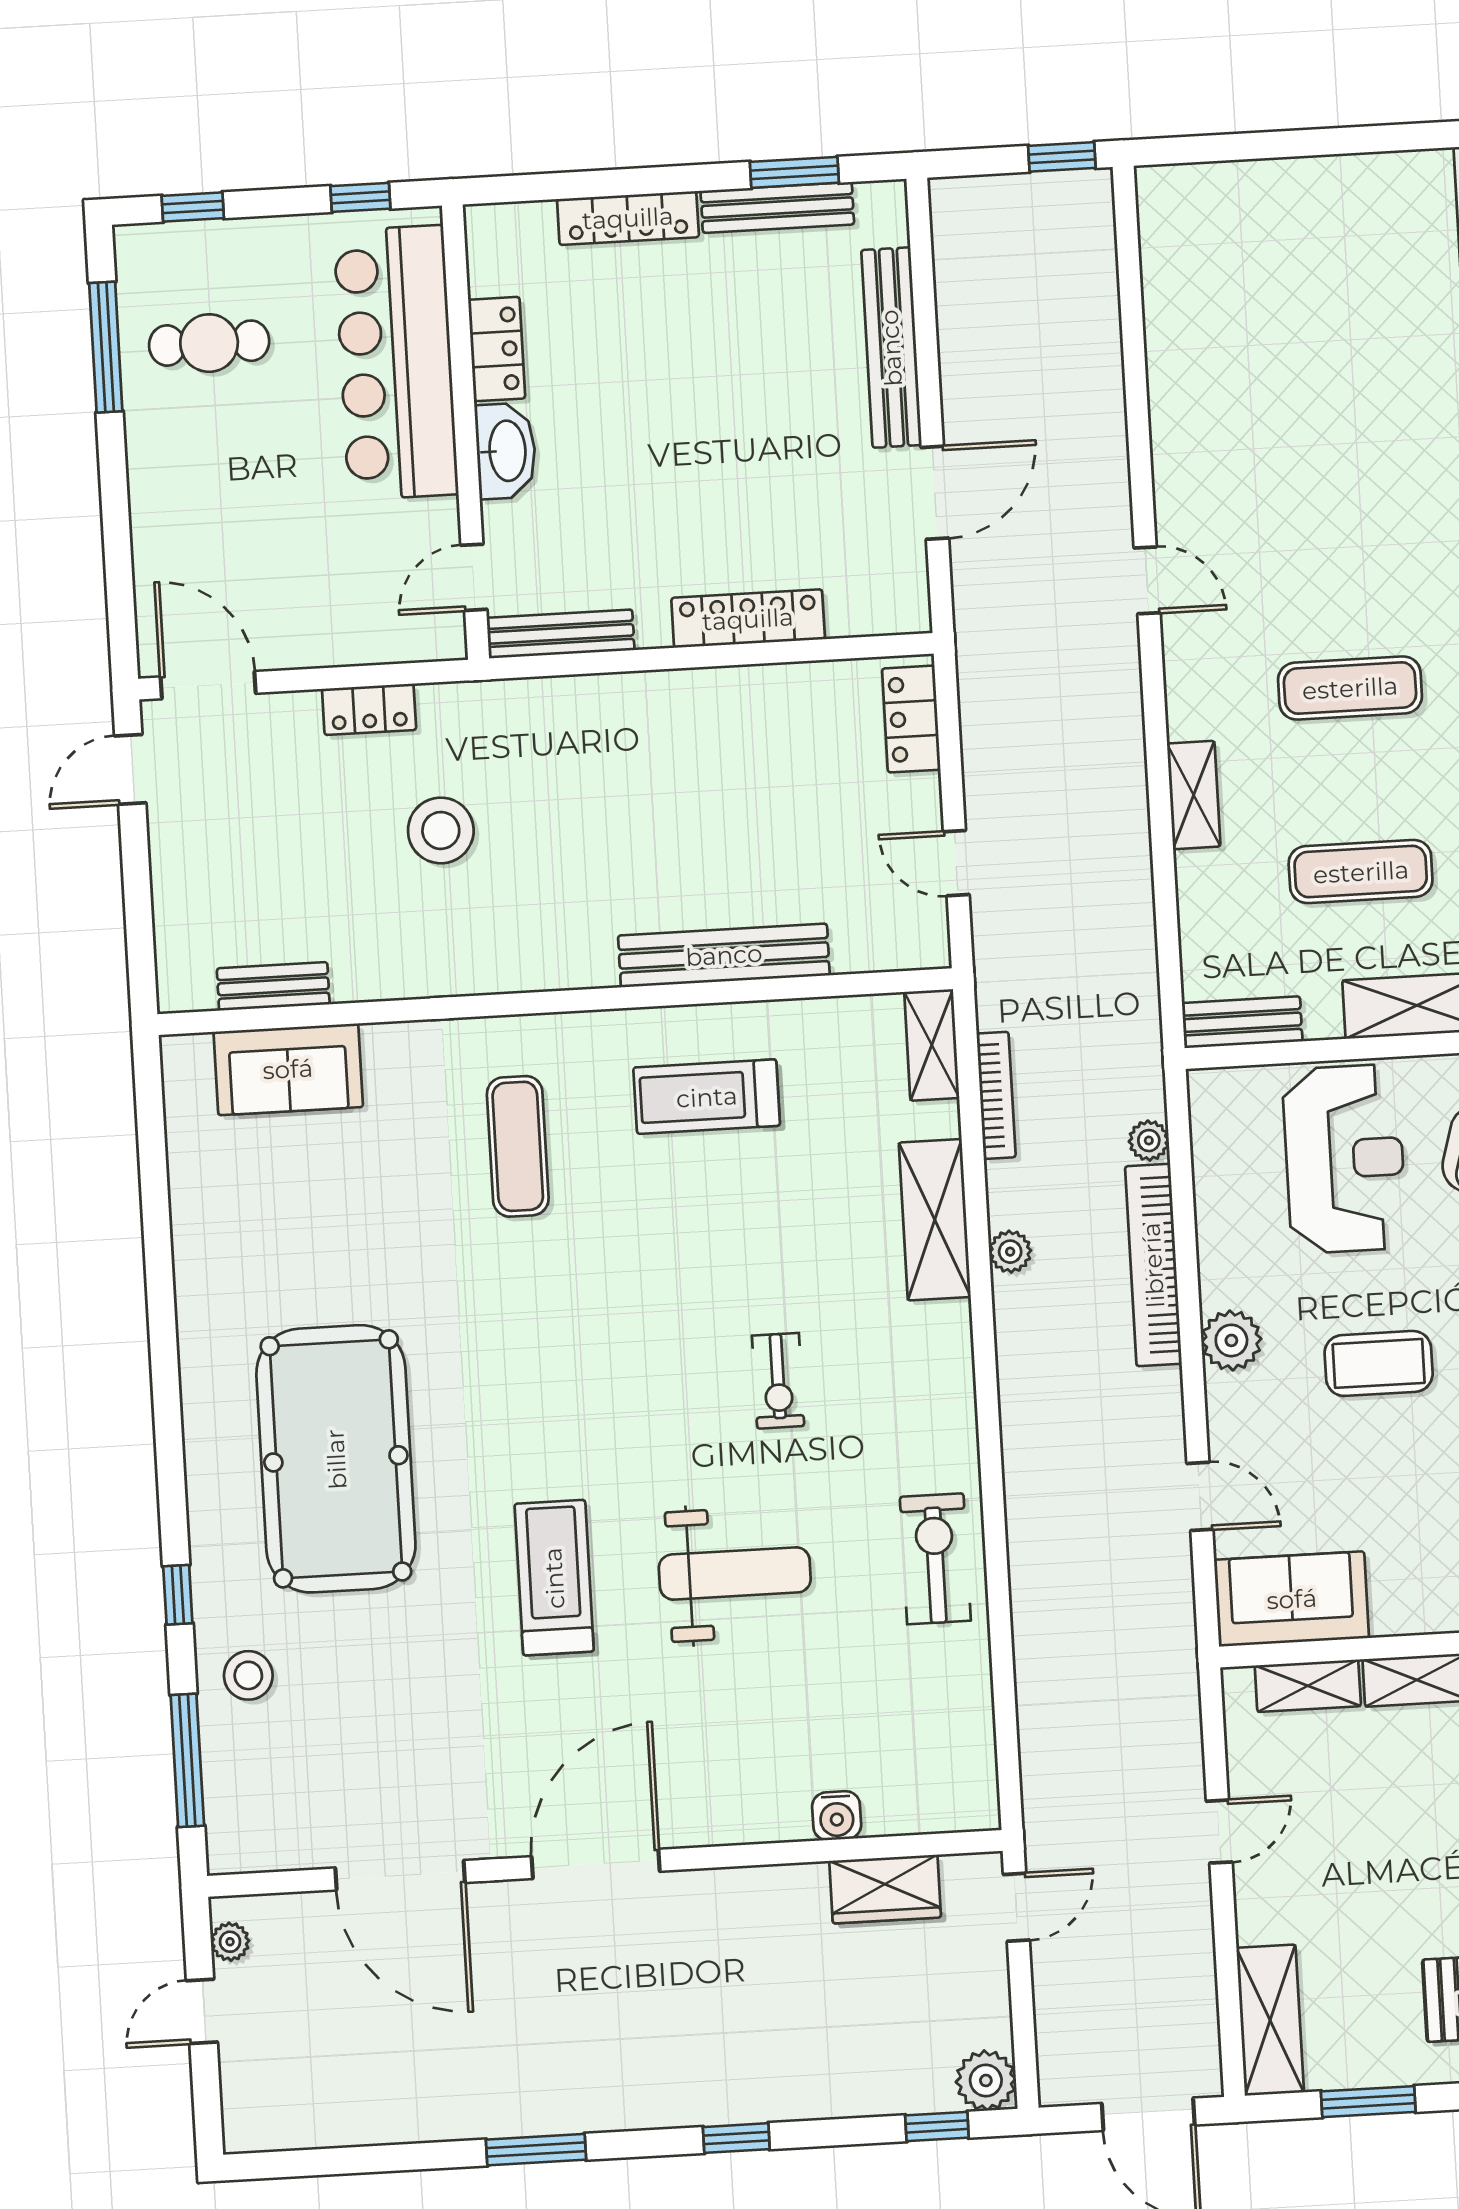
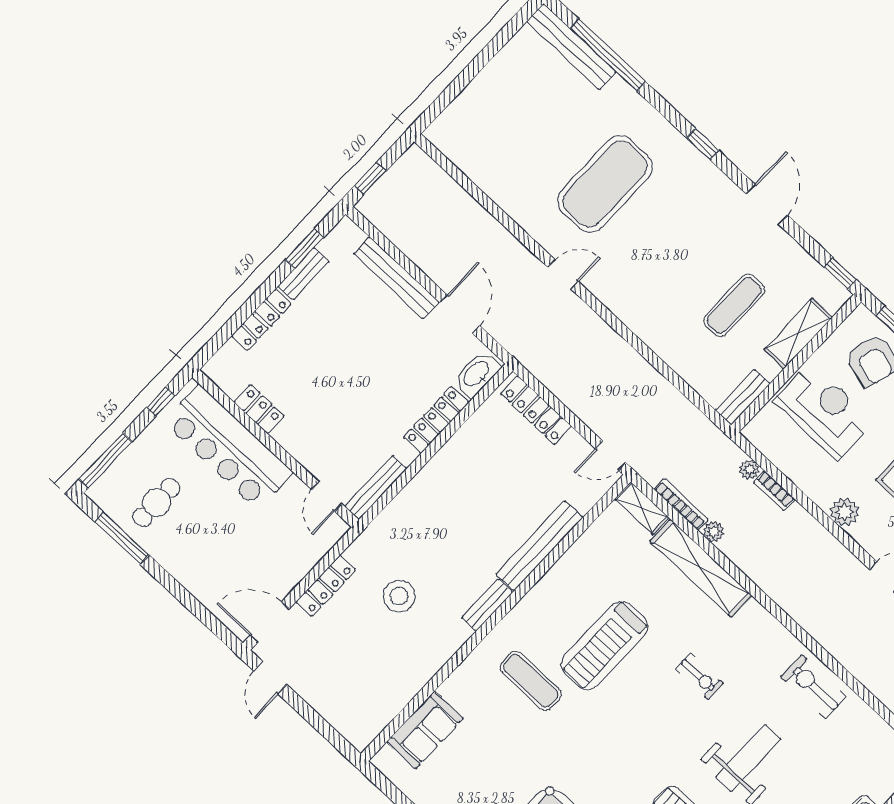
window: (1062, 157) -> (370, 178), moved
window: (193, 207) -> (106, 460), width x2.17
bench: (777, 208) -> (303, 274), width x0.73
washbasin: (506, 451) -> (477, 374), moved, turned -90
exercise mat: (1350, 688) -> (605, 184), moved, width x2.00, depth x1.45
locker: (369, 709) -> (326, 586), width x1.53
locker: (911, 719) -> (536, 410), width x1.53
shelving: (1194, 795) -> (650, 334), removed
door: (956, 863) -> (611, 456), moved
bench: (273, 986) -> (487, 605), moved
treadmill: (707, 1097) -> (605, 645), moved, width x1.37, depth x1.38
shelving: (935, 1220) -> (701, 568), width x1.47
plant: (1010, 1252) -> (714, 532), moved
bookcase: (1153, 1265) -> (774, 491), width x0.43, depth x0.76

